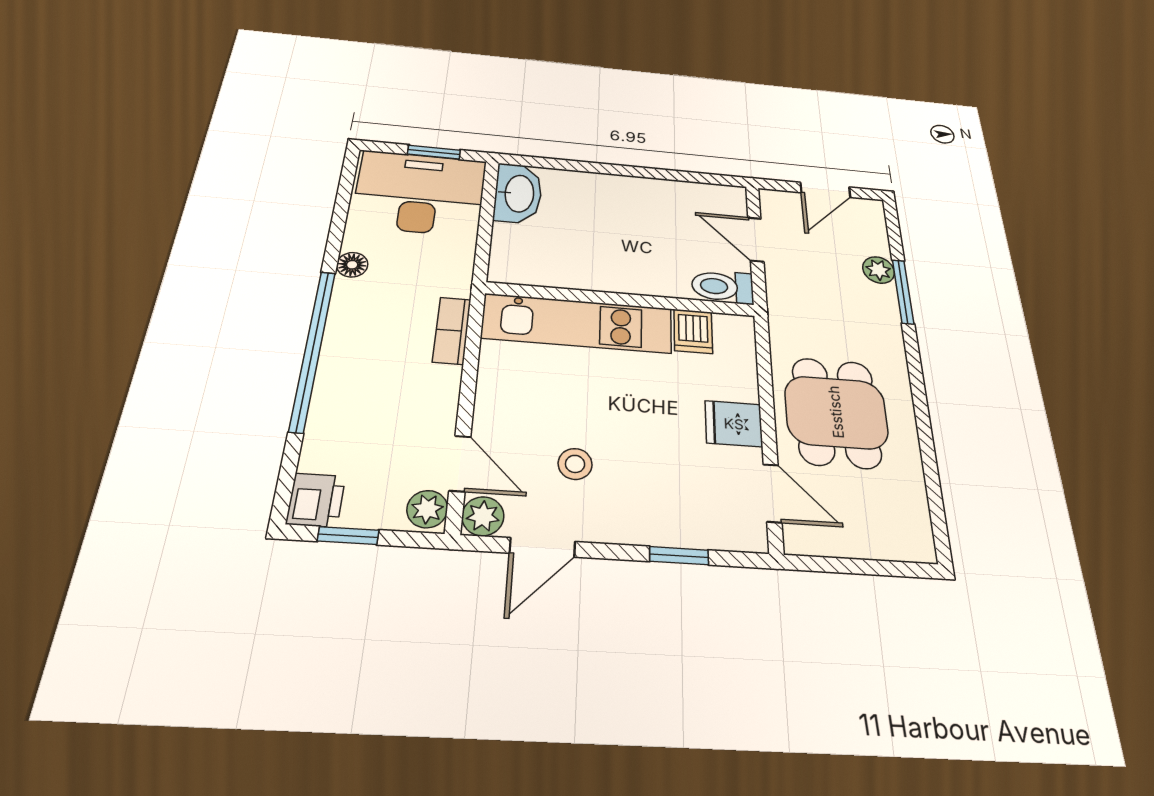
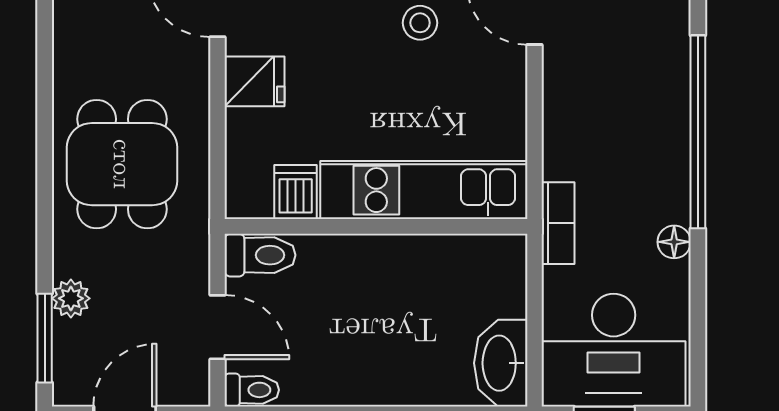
toilet: (725, 195) -> (252, 390), added
window: (903, 292) -> (45, 338), moved
bookcase: (452, 330) -> (558, 223), moved
dining table: (836, 412) -> (122, 164), moved

